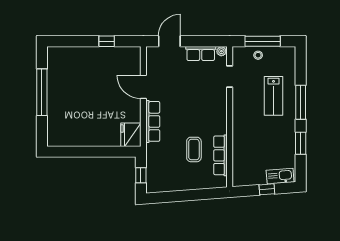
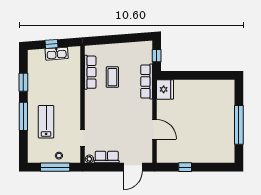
row of seats: (153, 121) -> (147, 81), moved
kitchen sink: (280, 176) -> (57, 54), moved

